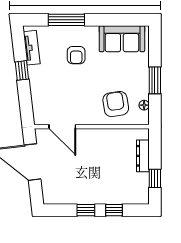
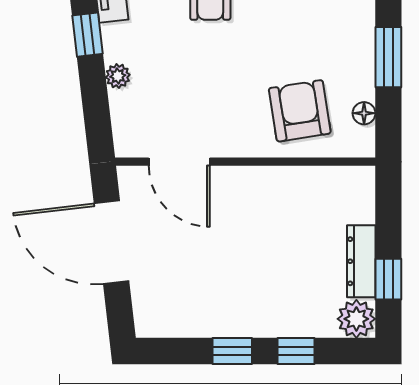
plant: (35, 89) -> (118, 76), added
dresser: (143, 156) -> (361, 261), moved
plant: (141, 196) -> (356, 319), added

